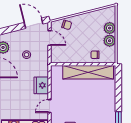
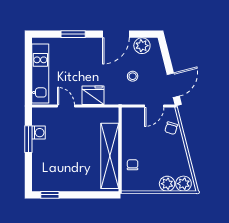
plant: (110, 41) -> (184, 184), moved

